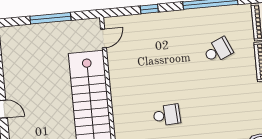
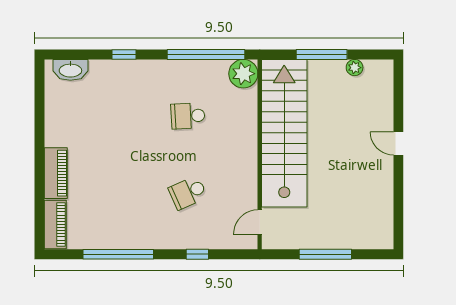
school desk: (218, 50) -> (188, 193), moved

